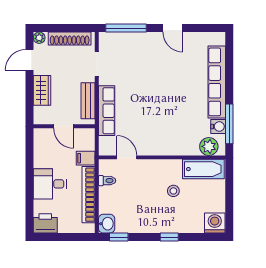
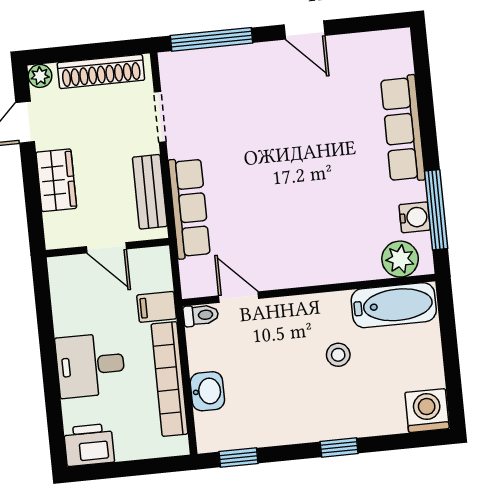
row of seats: (217, 82) -> (403, 129), width x0.73
toilet: (107, 181) -> (201, 315), moved
washbasin: (107, 224) -> (207, 391), moved

